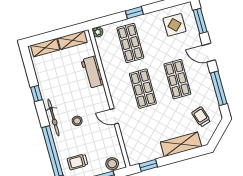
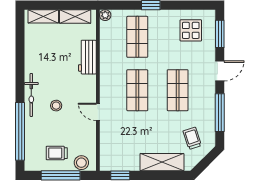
door: (209, 53) -> (220, 71), swing flipped
window: (36, 94) -> (20, 64), removed
trolley: (78, 162) -> (57, 153), moved

